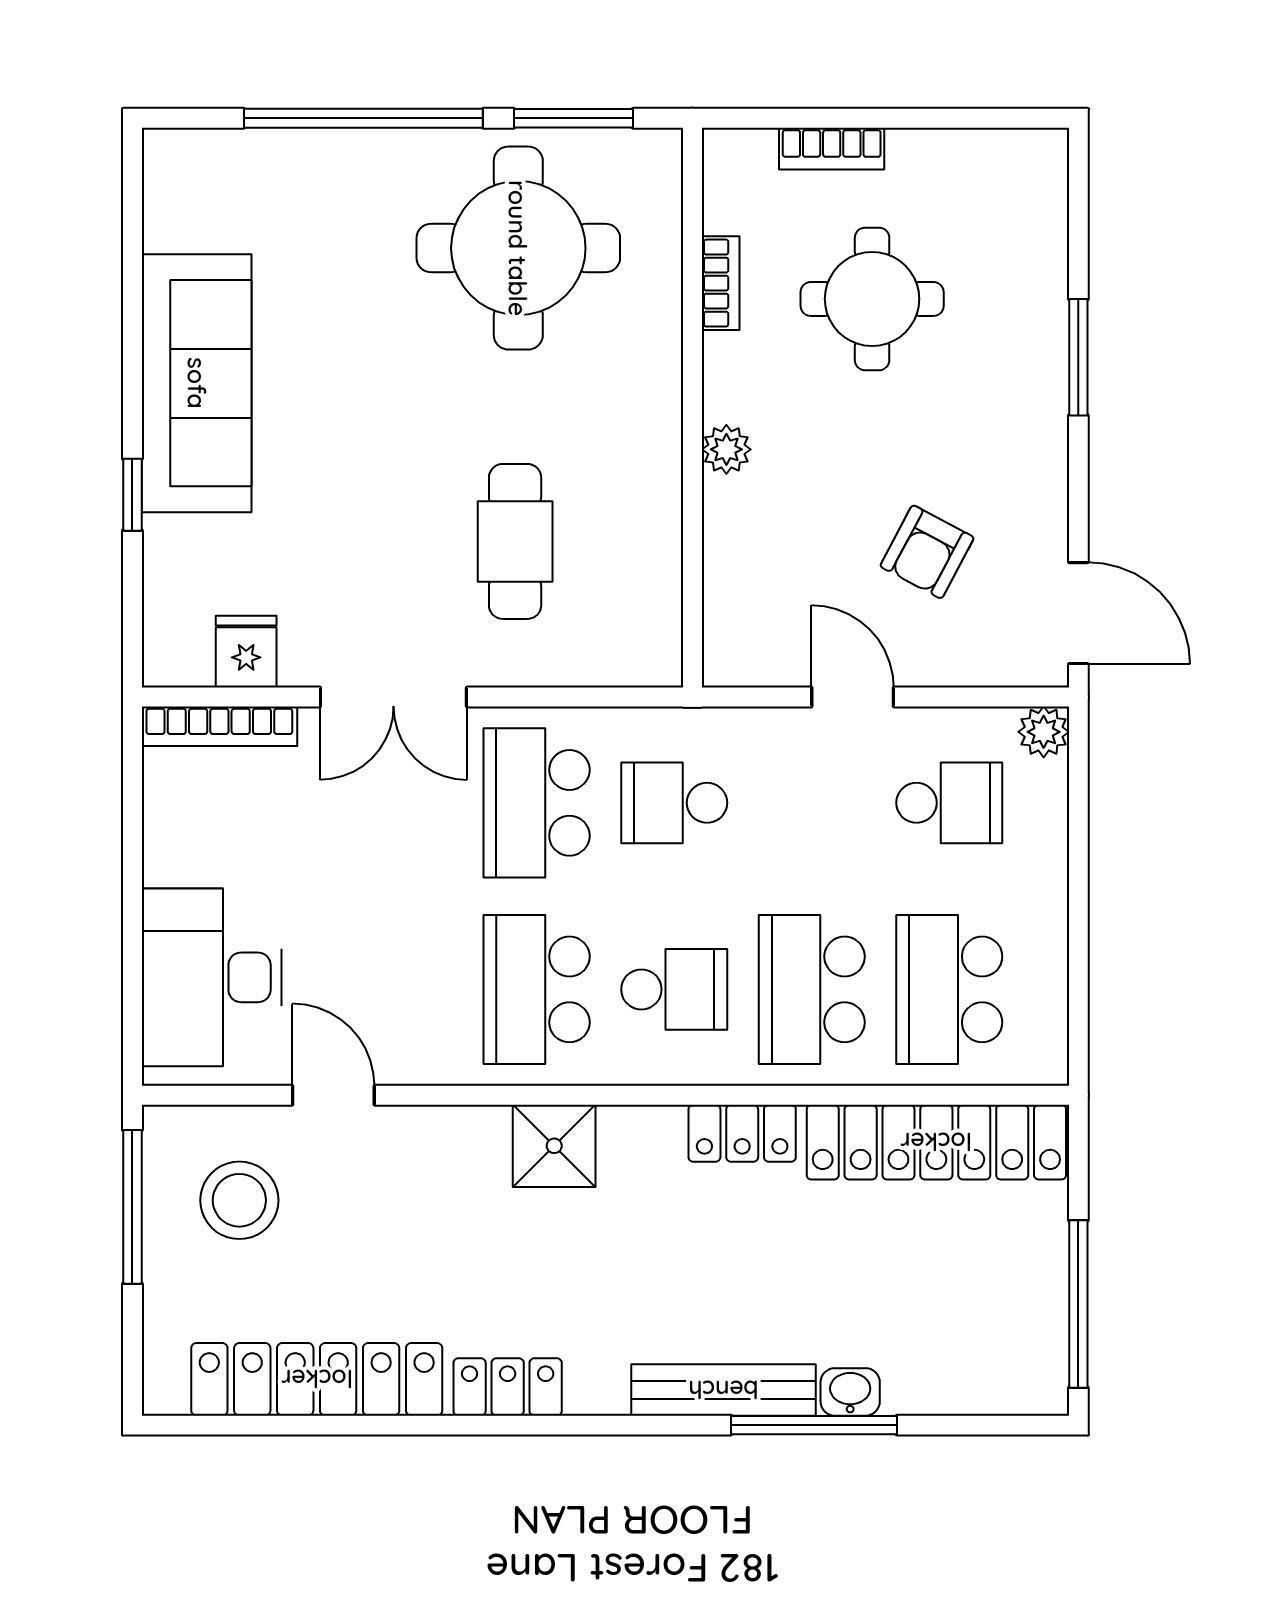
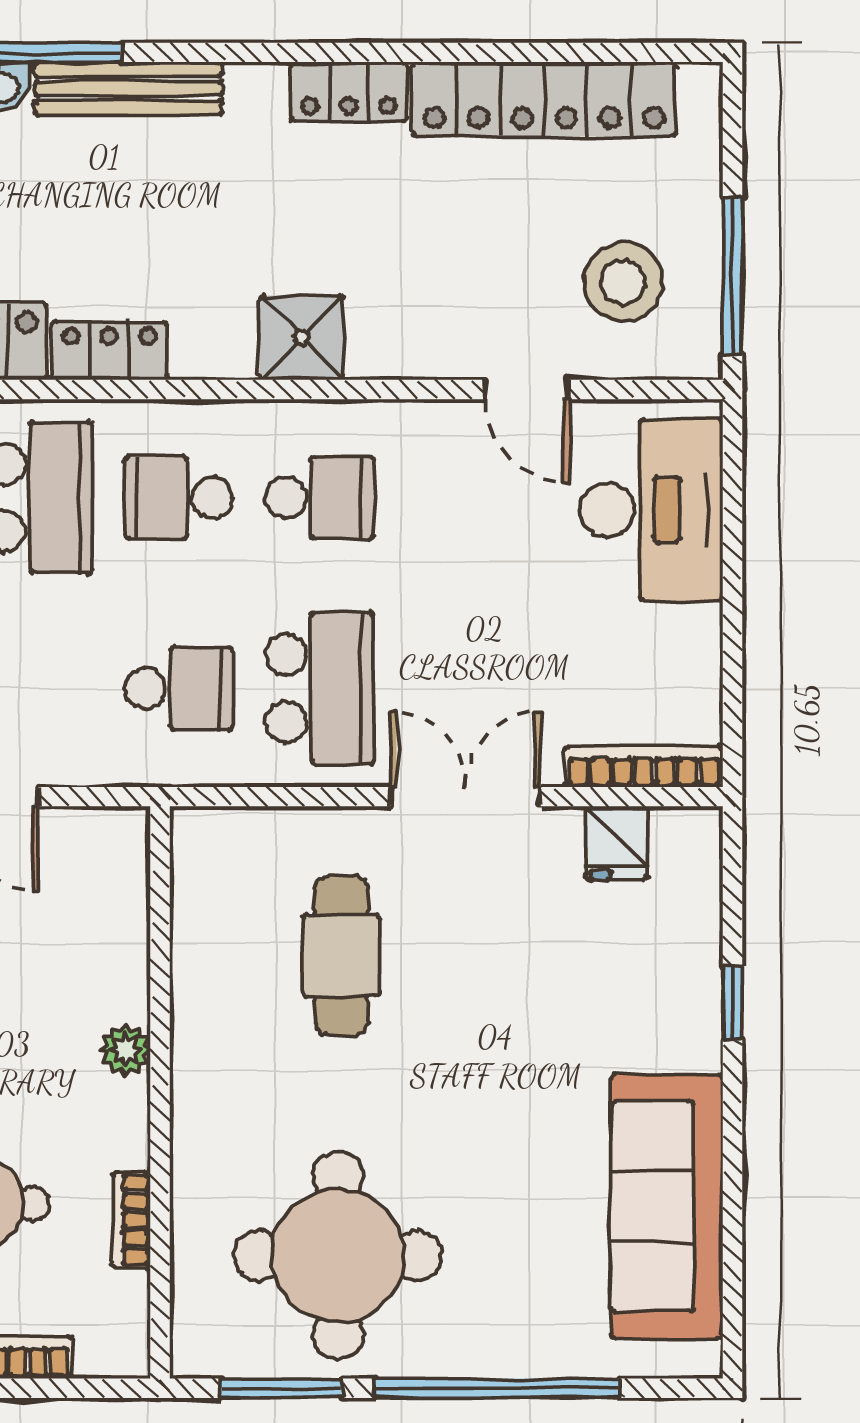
sofa: (197, 383) -> (667, 1206), moved
school desk: (537, 989) -> (319, 498), width x0.54

